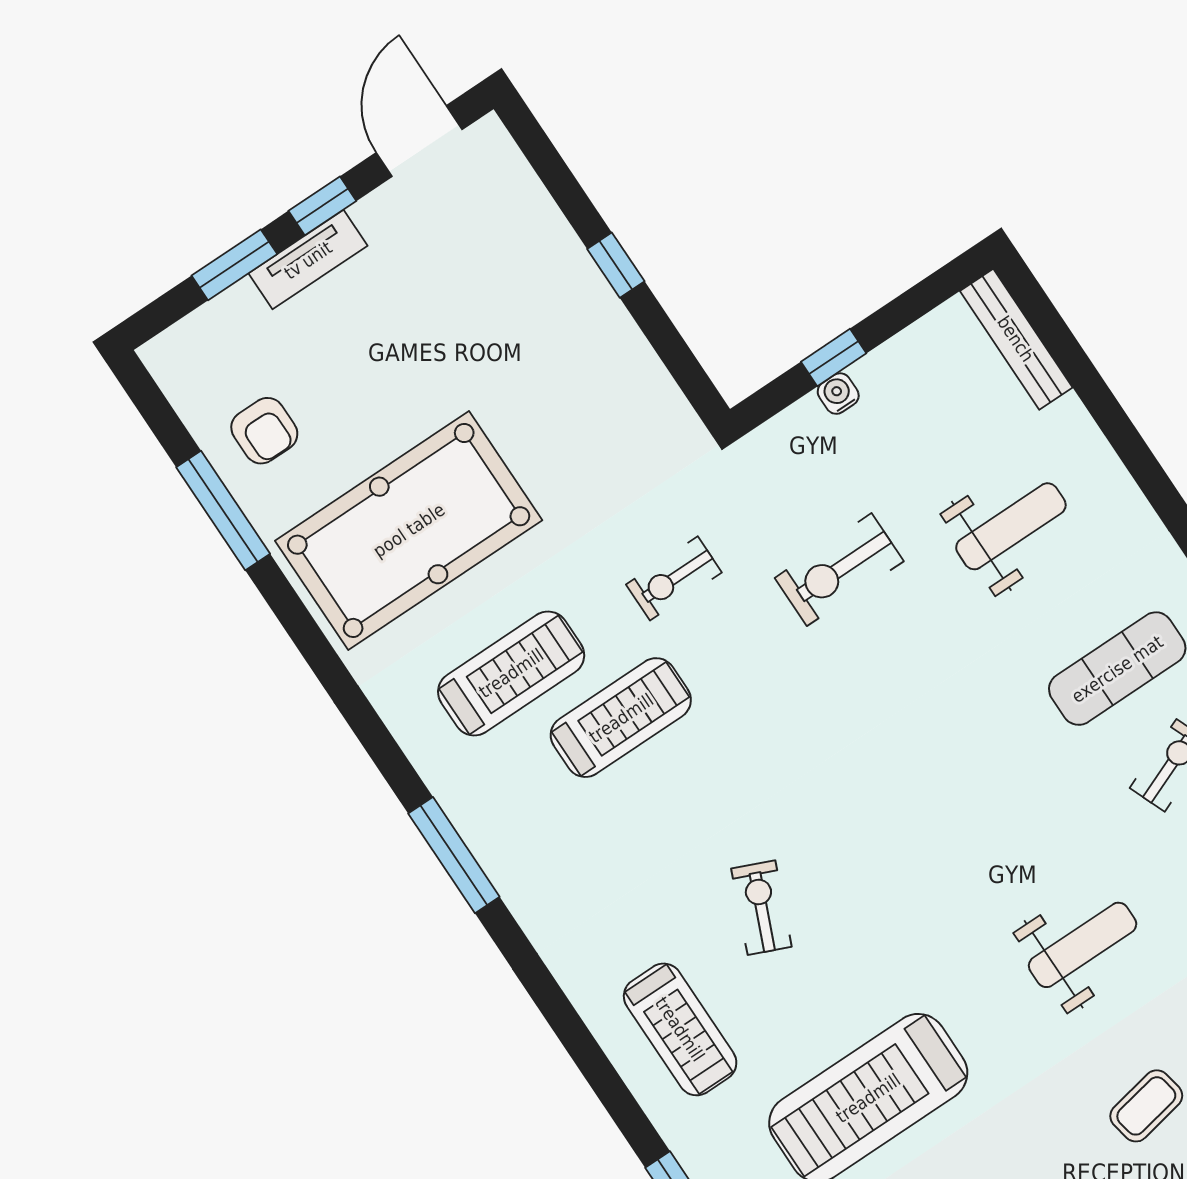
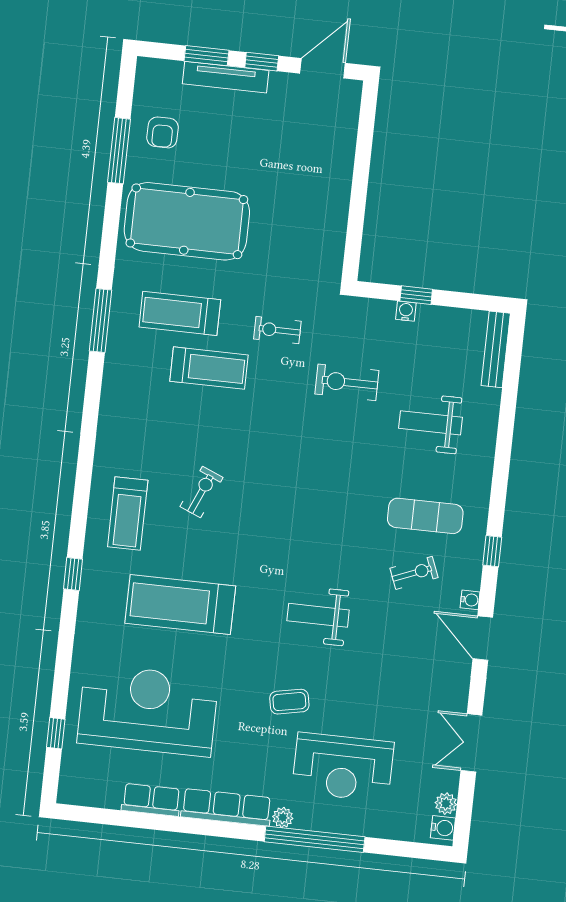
tv unit: (308, 260) -> (226, 77), width x1.41
window: (616, 265) -> (360, 185), removed
weight bench: (1011, 526) -> (430, 423), turned 180
treadmill: (511, 673) -> (180, 313), turned 180
window: (454, 855) -> (101, 320), moved
weight bench: (1083, 945) -> (318, 615), turned 180

